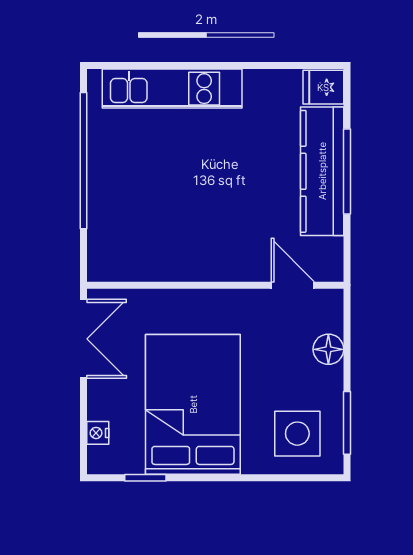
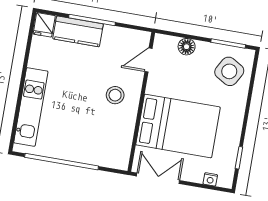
kitchen counter: (322, 171) -> (78, 31), width x0.67
stool: (219, 236) -> (115, 95), added
bed: (193, 404) -> (178, 126), moved, turned 180
side table: (297, 434) -> (229, 71), turned 30

